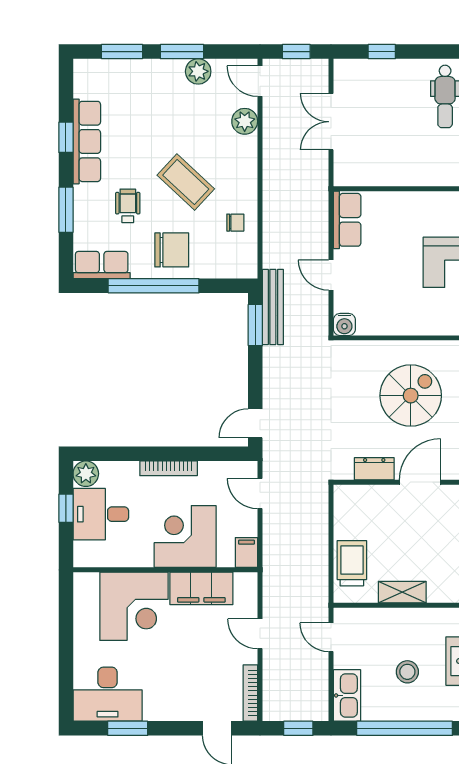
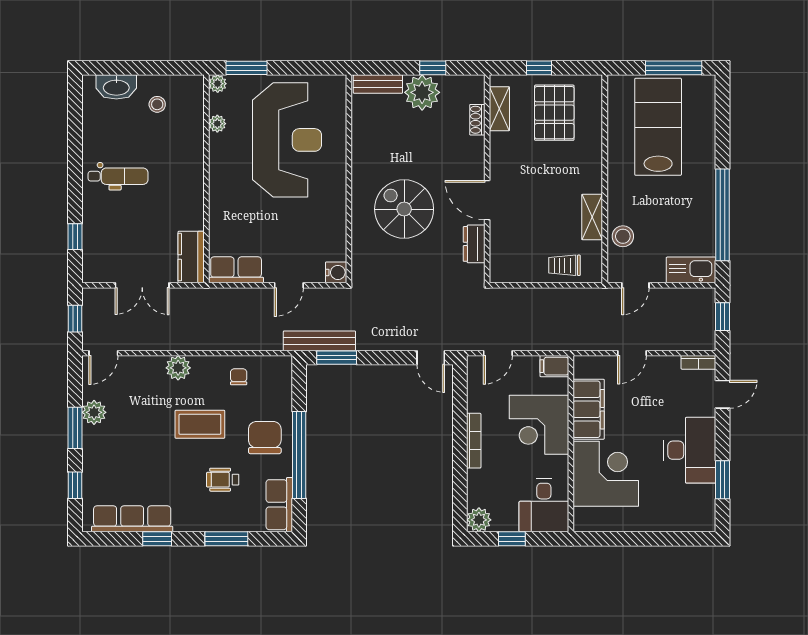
window: (122, 52) -> (75, 485), width x0.67
plant: (245, 121) -> (178, 368), moved
row of seats: (87, 141) -> (132, 519), moved
kitchen counter: (360, 173) -> (191, 257), added
coffee table: (186, 182) -> (200, 424), turned 47
desk: (101, 514) -> (544, 505), moved
trolley: (352, 563) -> (564, 265), width x0.73, depth x0.72
stool: (407, 672) -> (623, 236), moved
bookcase: (250, 693) -> (698, 362), width x0.64
desk: (108, 694) -> (690, 450), moved

